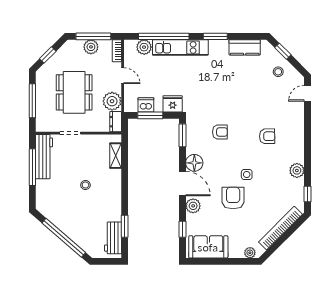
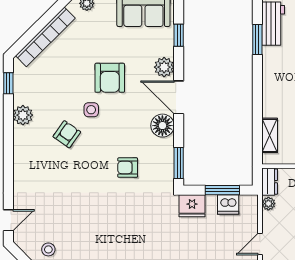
door: (123, 76) -> (260, 244), hinge flipped
plant: (112, 101) -> (268, 204), width x0.53, depth x0.53
armchair: (267, 136) -> (67, 134), moved, turned 126

